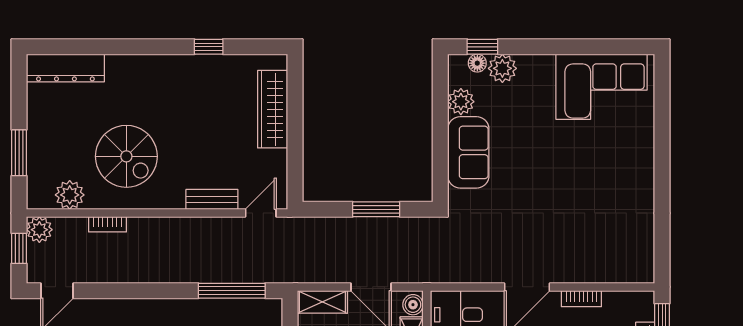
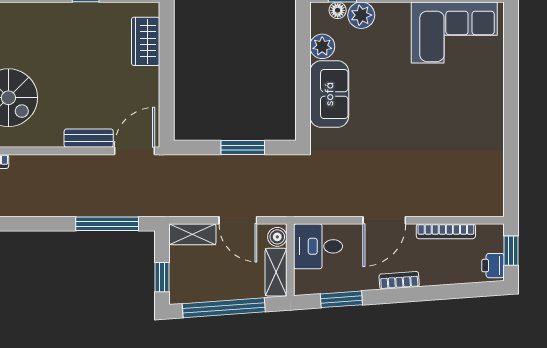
wardrobe: (273, 109) -> (146, 41), width x0.67
door: (261, 213) -> (135, 151), width x1.38
bookcase: (581, 299) -> (446, 231), width x1.56

